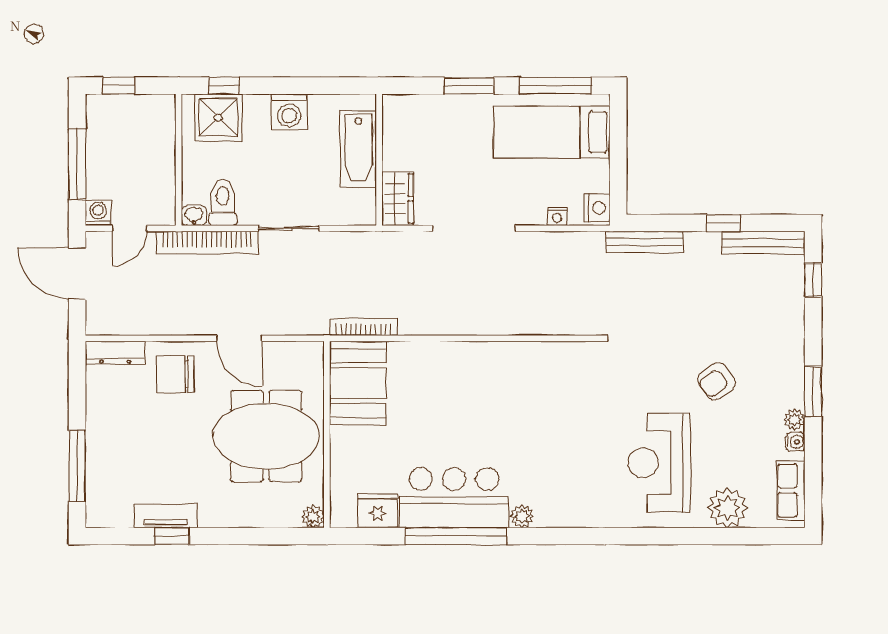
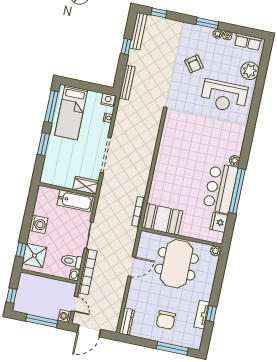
bathtub: (358, 149) -> (75, 201), moved
chair: (175, 374) -> (166, 320), moved

